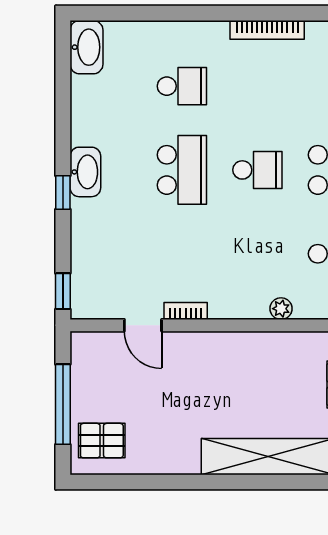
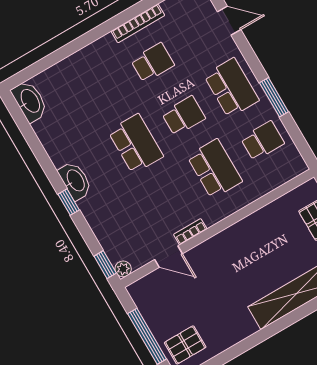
school desk: (182, 86) -> (153, 63), moved
school desk: (257, 254) -> (215, 169), added
plant: (281, 309) -> (123, 269), moved

